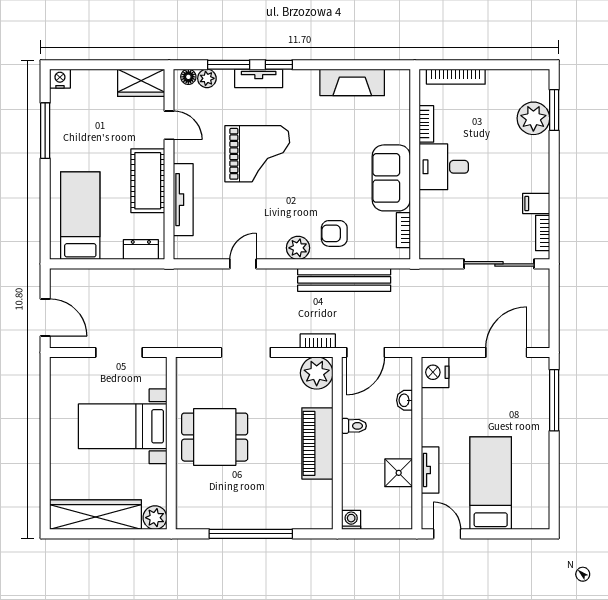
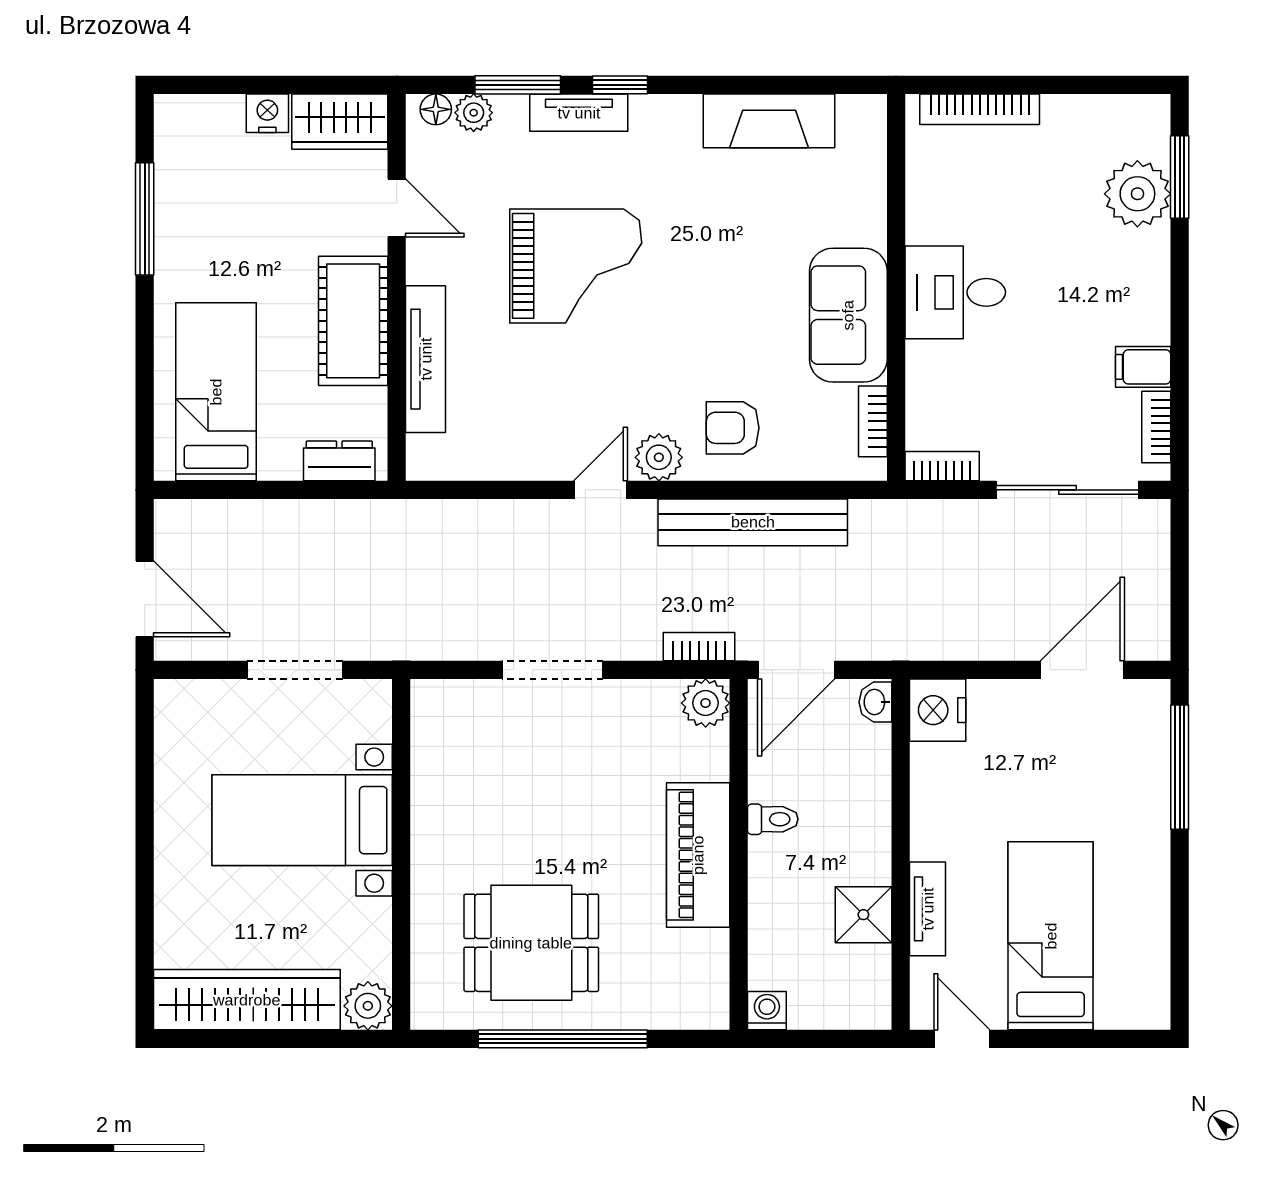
nightstand: (60, 79) -> (267, 113), moved
bookcase: (426, 124) -> (942, 466), moved, turned -90
door: (243, 264) -> (601, 490), moved
plant: (317, 373) -> (706, 703), width x0.73, depth x0.73
washbasin: (405, 400) -> (875, 702), moved
dining table: (215, 437) -> (531, 943), moved

